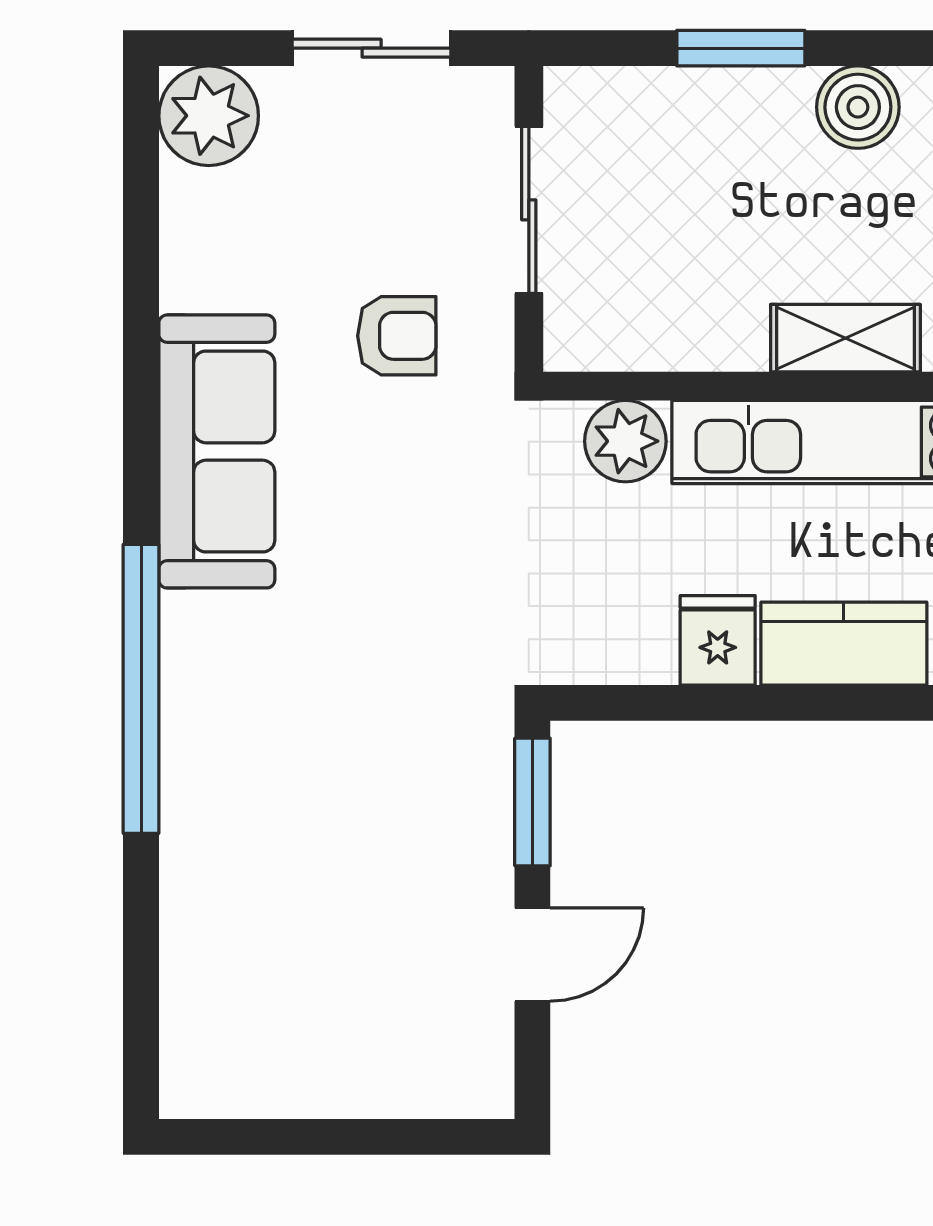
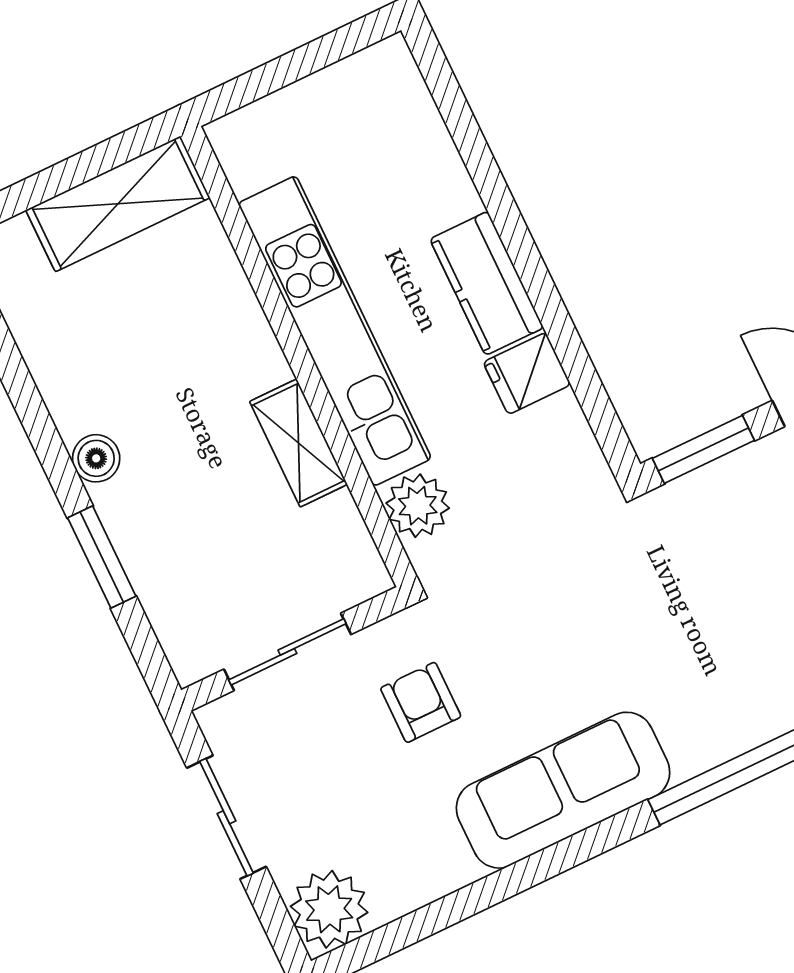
boiler: (858, 107) -> (96, 458), width x0.73, depth x0.73
shelving: (845, 338) -> (298, 443), moved

